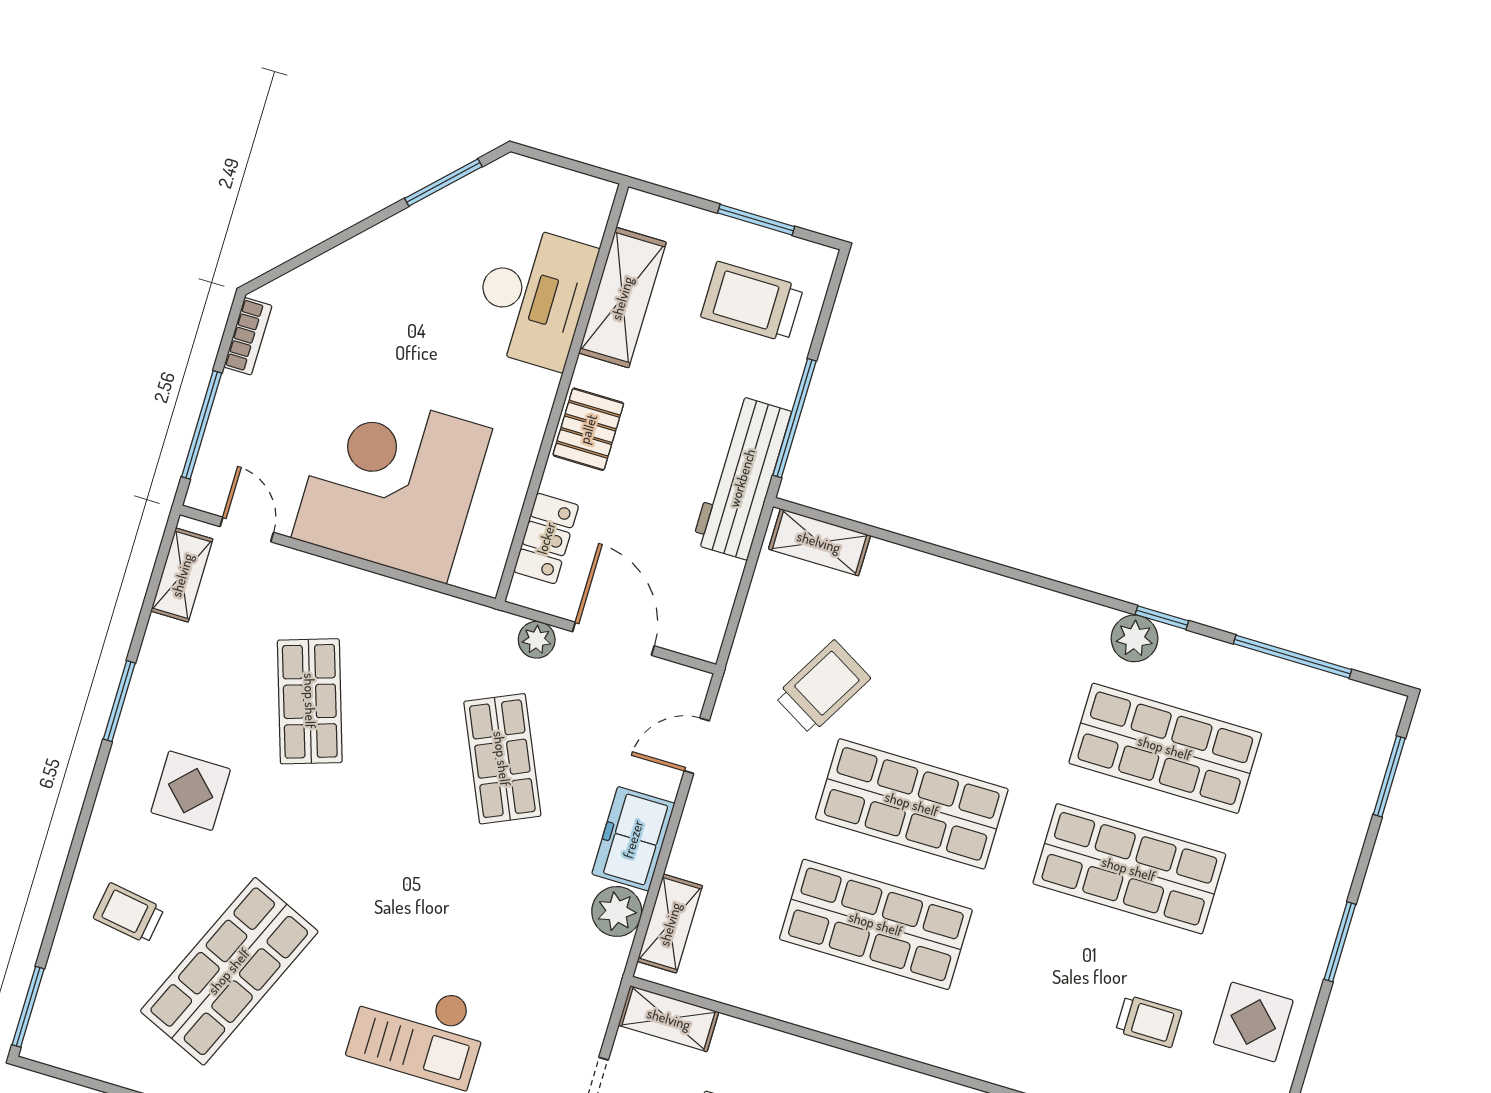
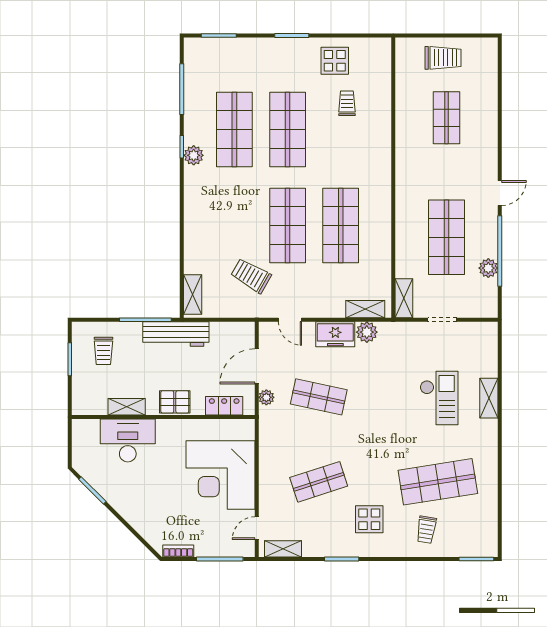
shelving: (622, 298) -> (127, 407), width x0.67, depth x0.75
trolley: (752, 302) -> (103, 351), width x0.73, depth x0.72
shop shelf: (502, 759) -> (319, 397), turned 36
shop shelf: (229, 971) -> (438, 482), turned -33

